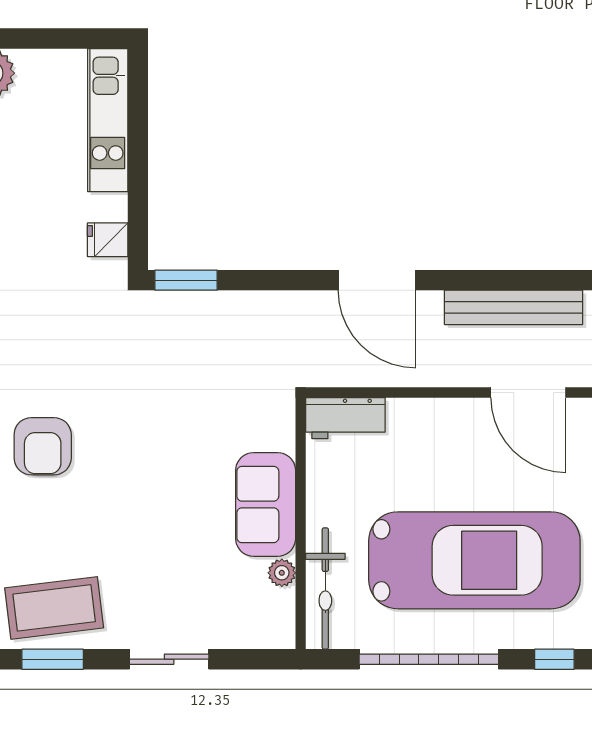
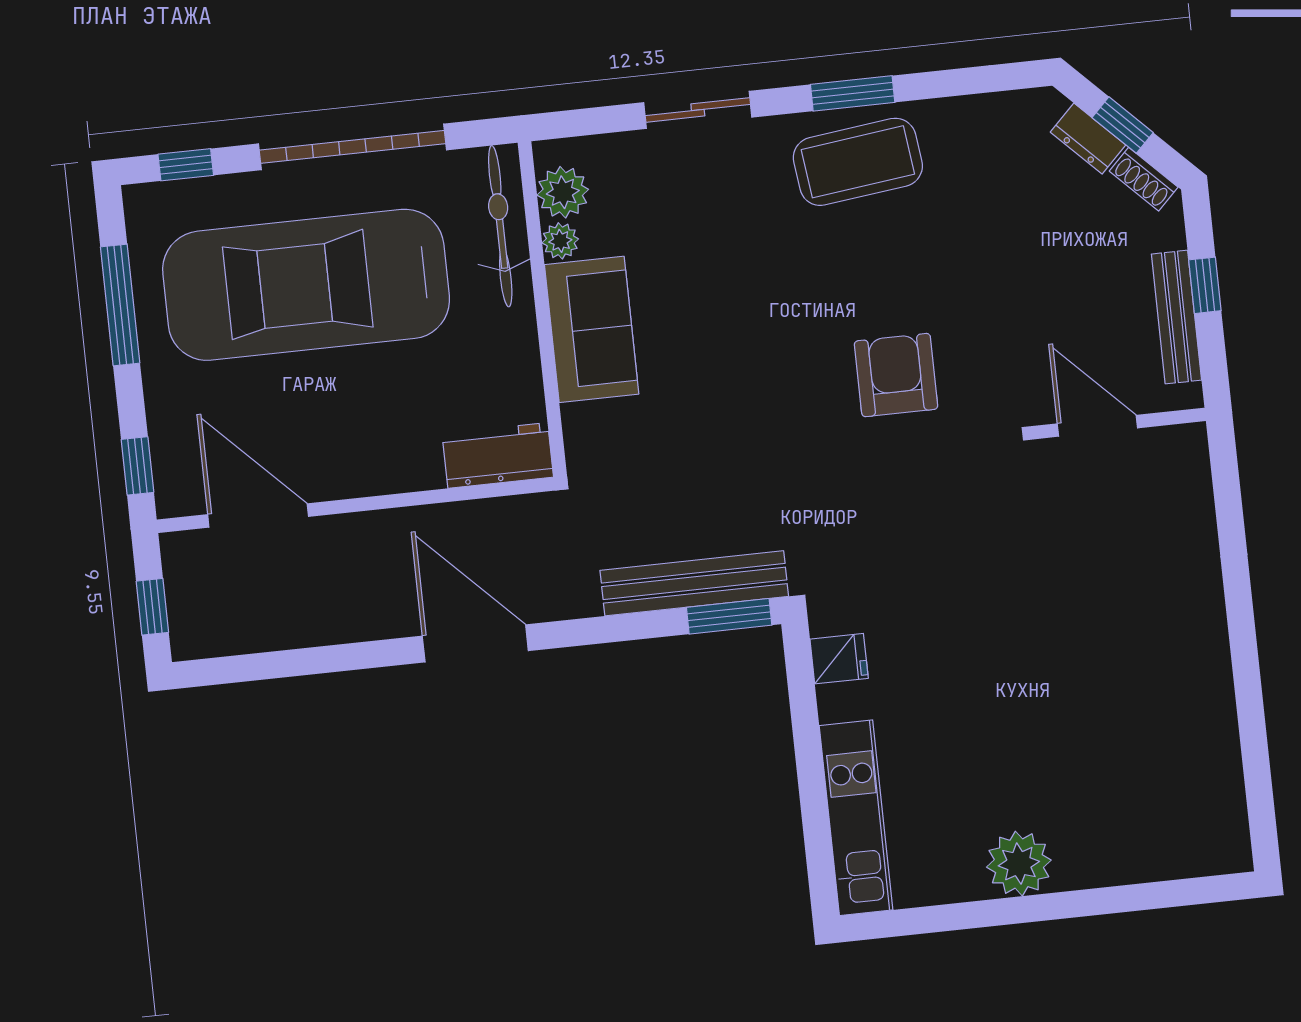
bench: (514, 307) -> (694, 583), moved
plant: (276, 609) -> (563, 192), added

